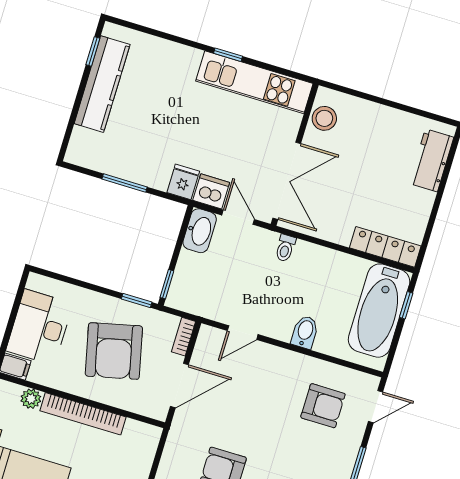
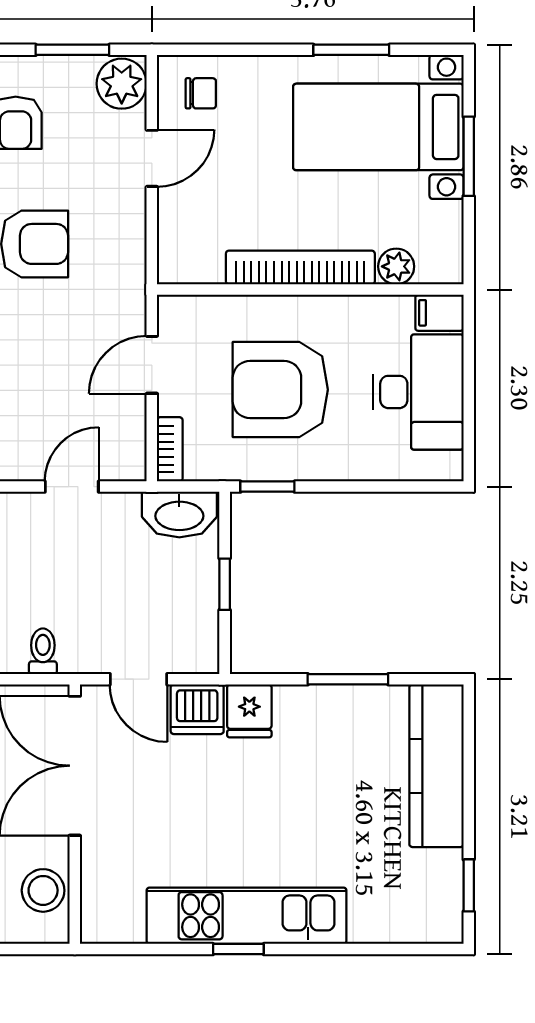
kitchen unit: (254, 82) -> (247, 916), moved
kitchen counter: (102, 84) -> (436, 766), moved
washbasin: (200, 231) -> (179, 515), moved, turned -90
window: (167, 284) -> (225, 584), moved
armchair: (114, 351) -> (280, 390), turned -77
door: (179, 385) -> (152, 365), width x0.73

